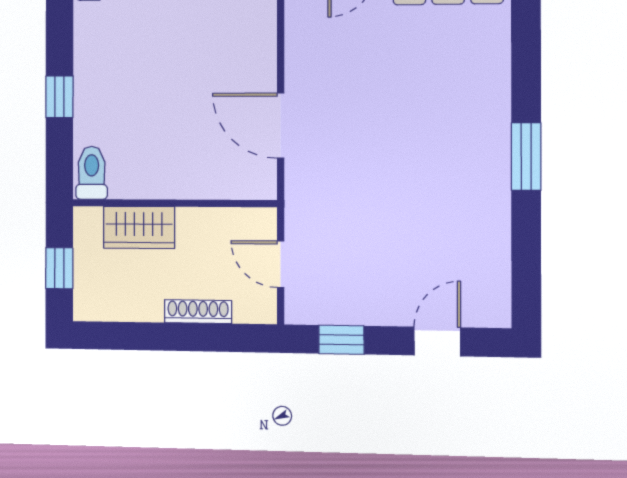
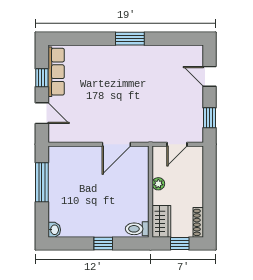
plant: (191, 221) -> (158, 184), added
wardrobe: (139, 227) -> (161, 221), moved
shoe rack: (198, 312) -> (198, 222), moved

